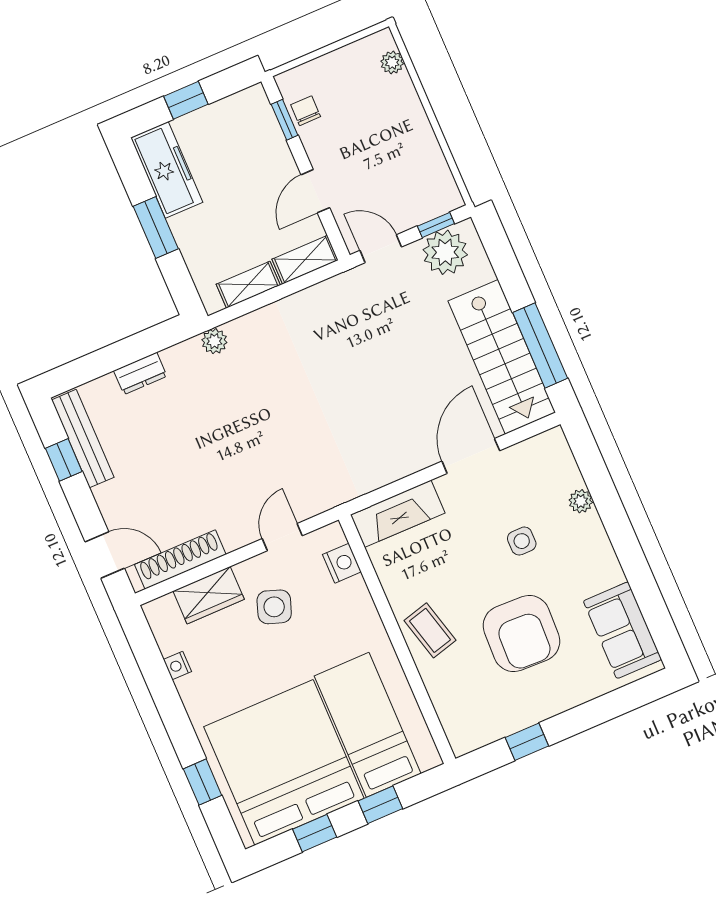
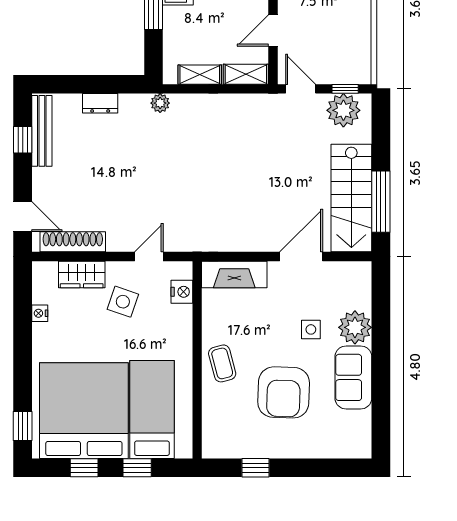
plant: (581, 501) -> (355, 327), width x1.87, depth x1.87
sofa: (622, 630) -> (353, 377), moved
window: (203, 782) -> (23, 426), moved

